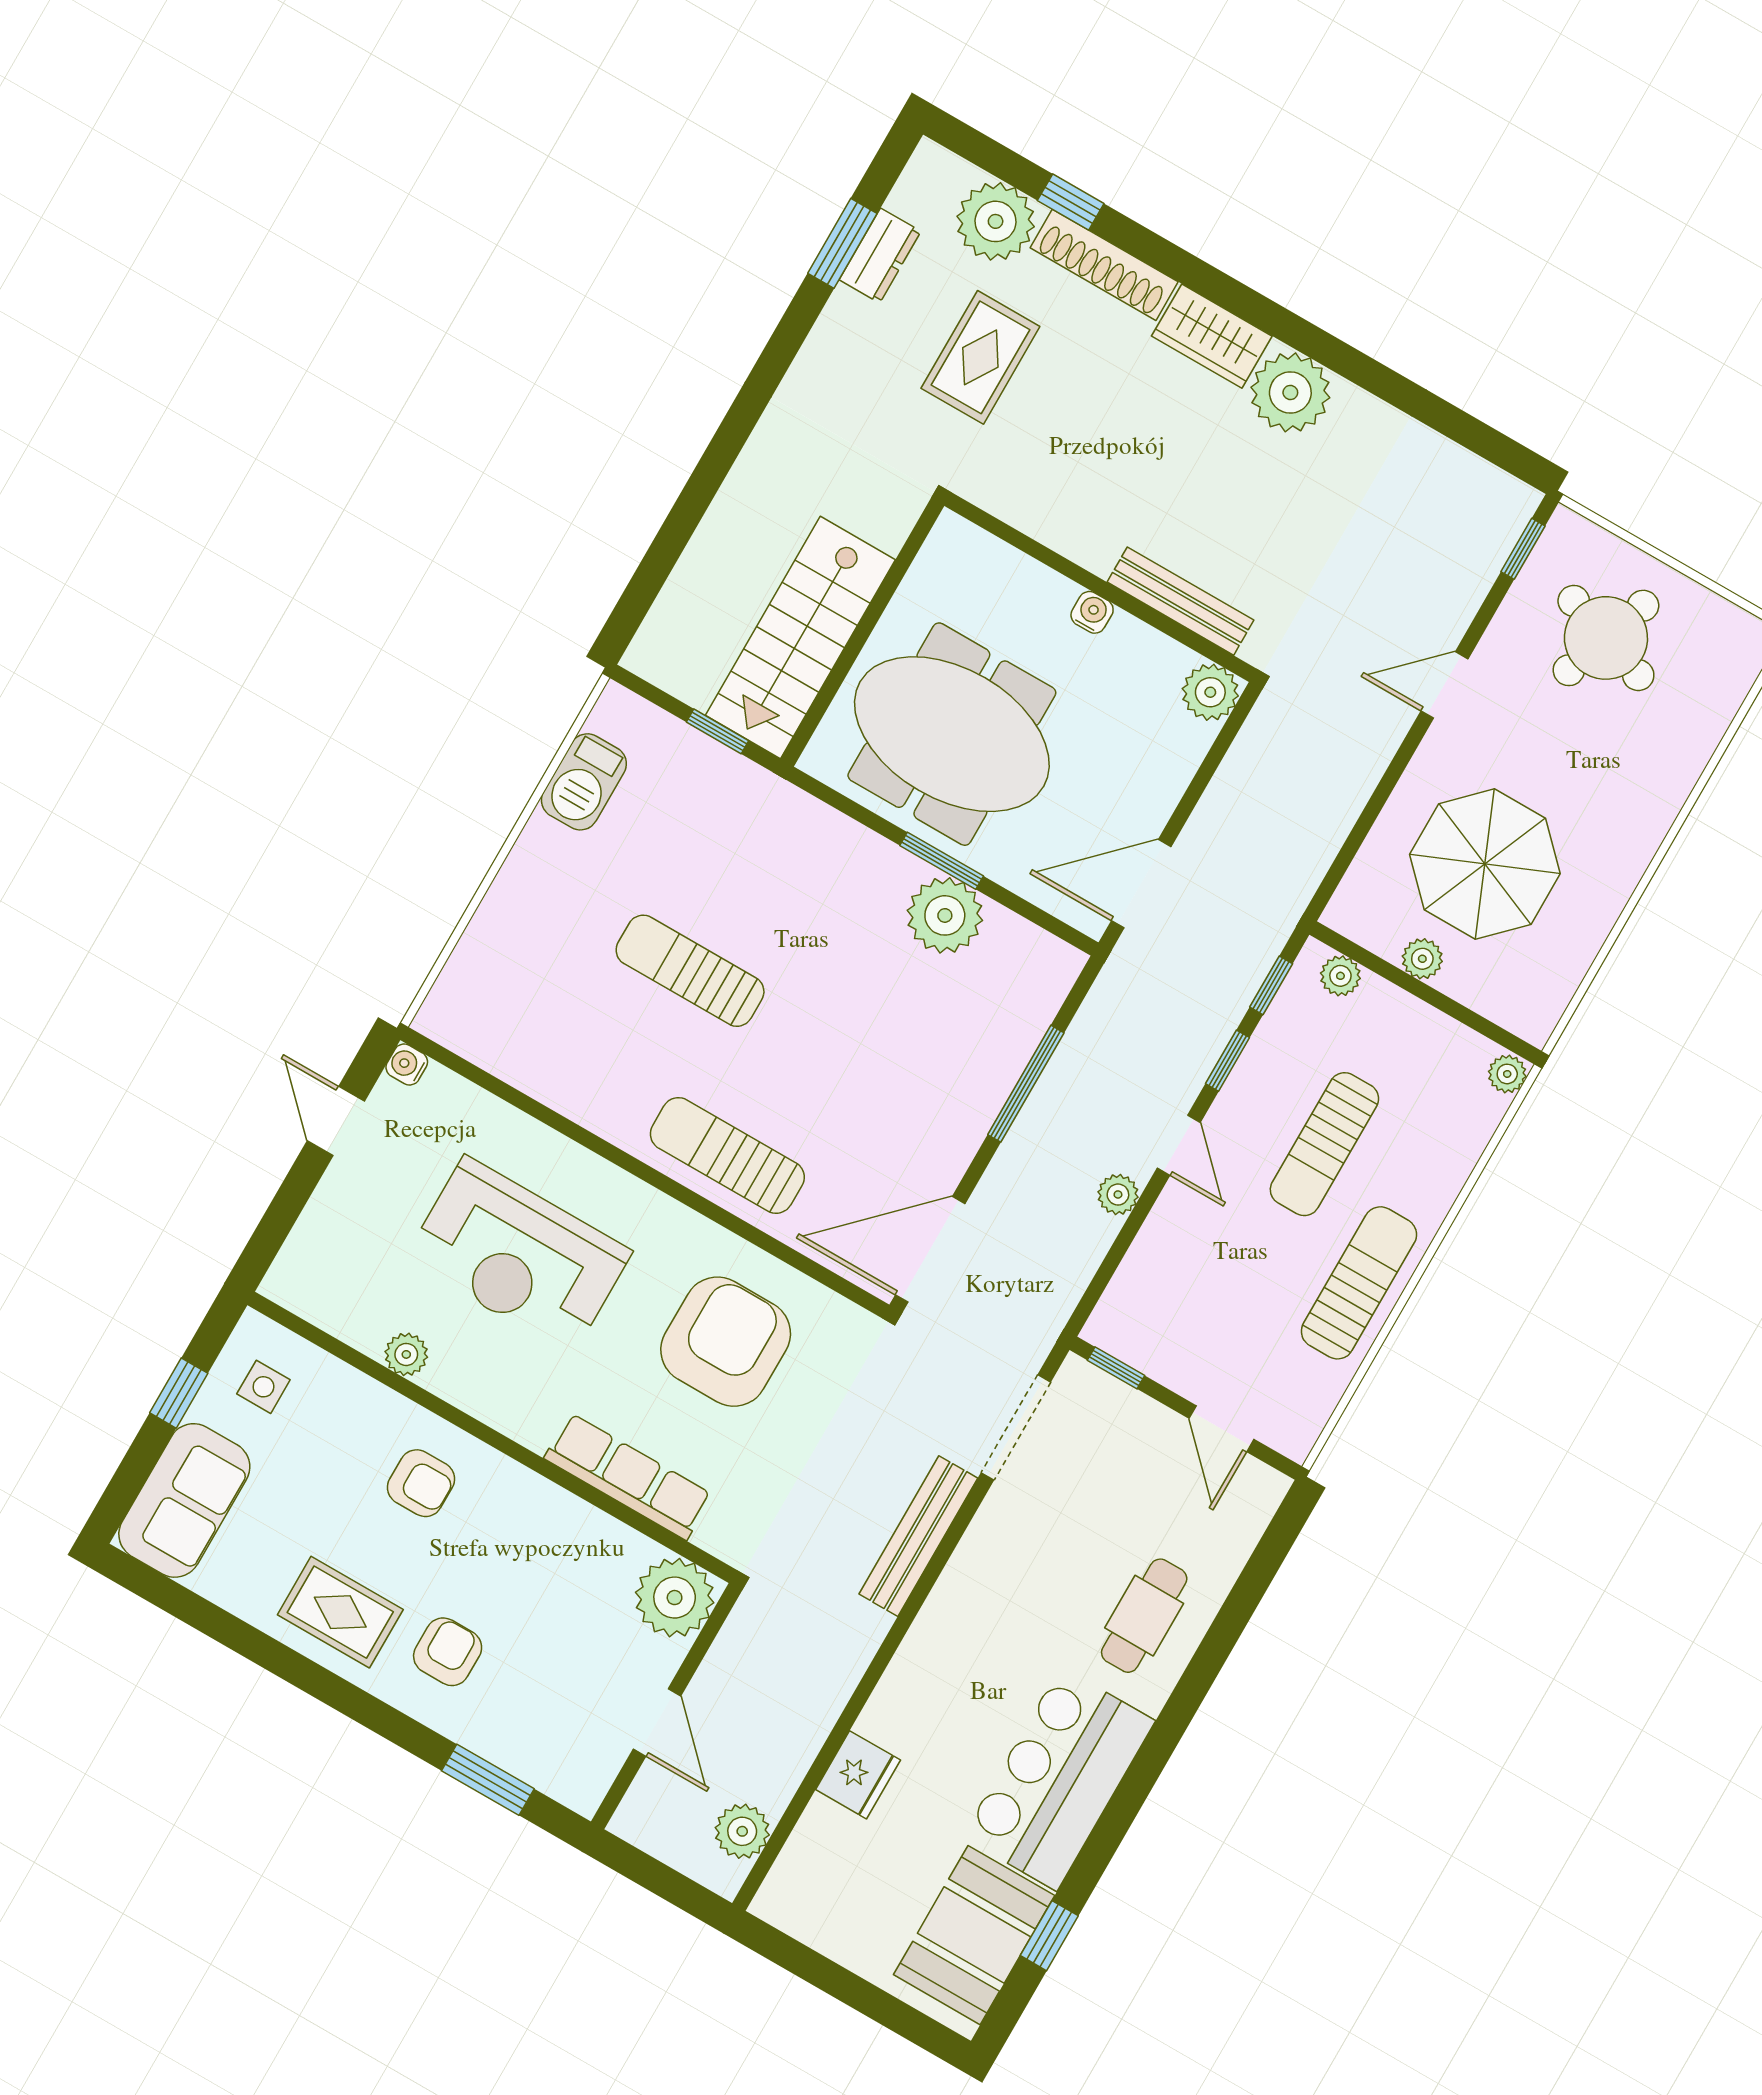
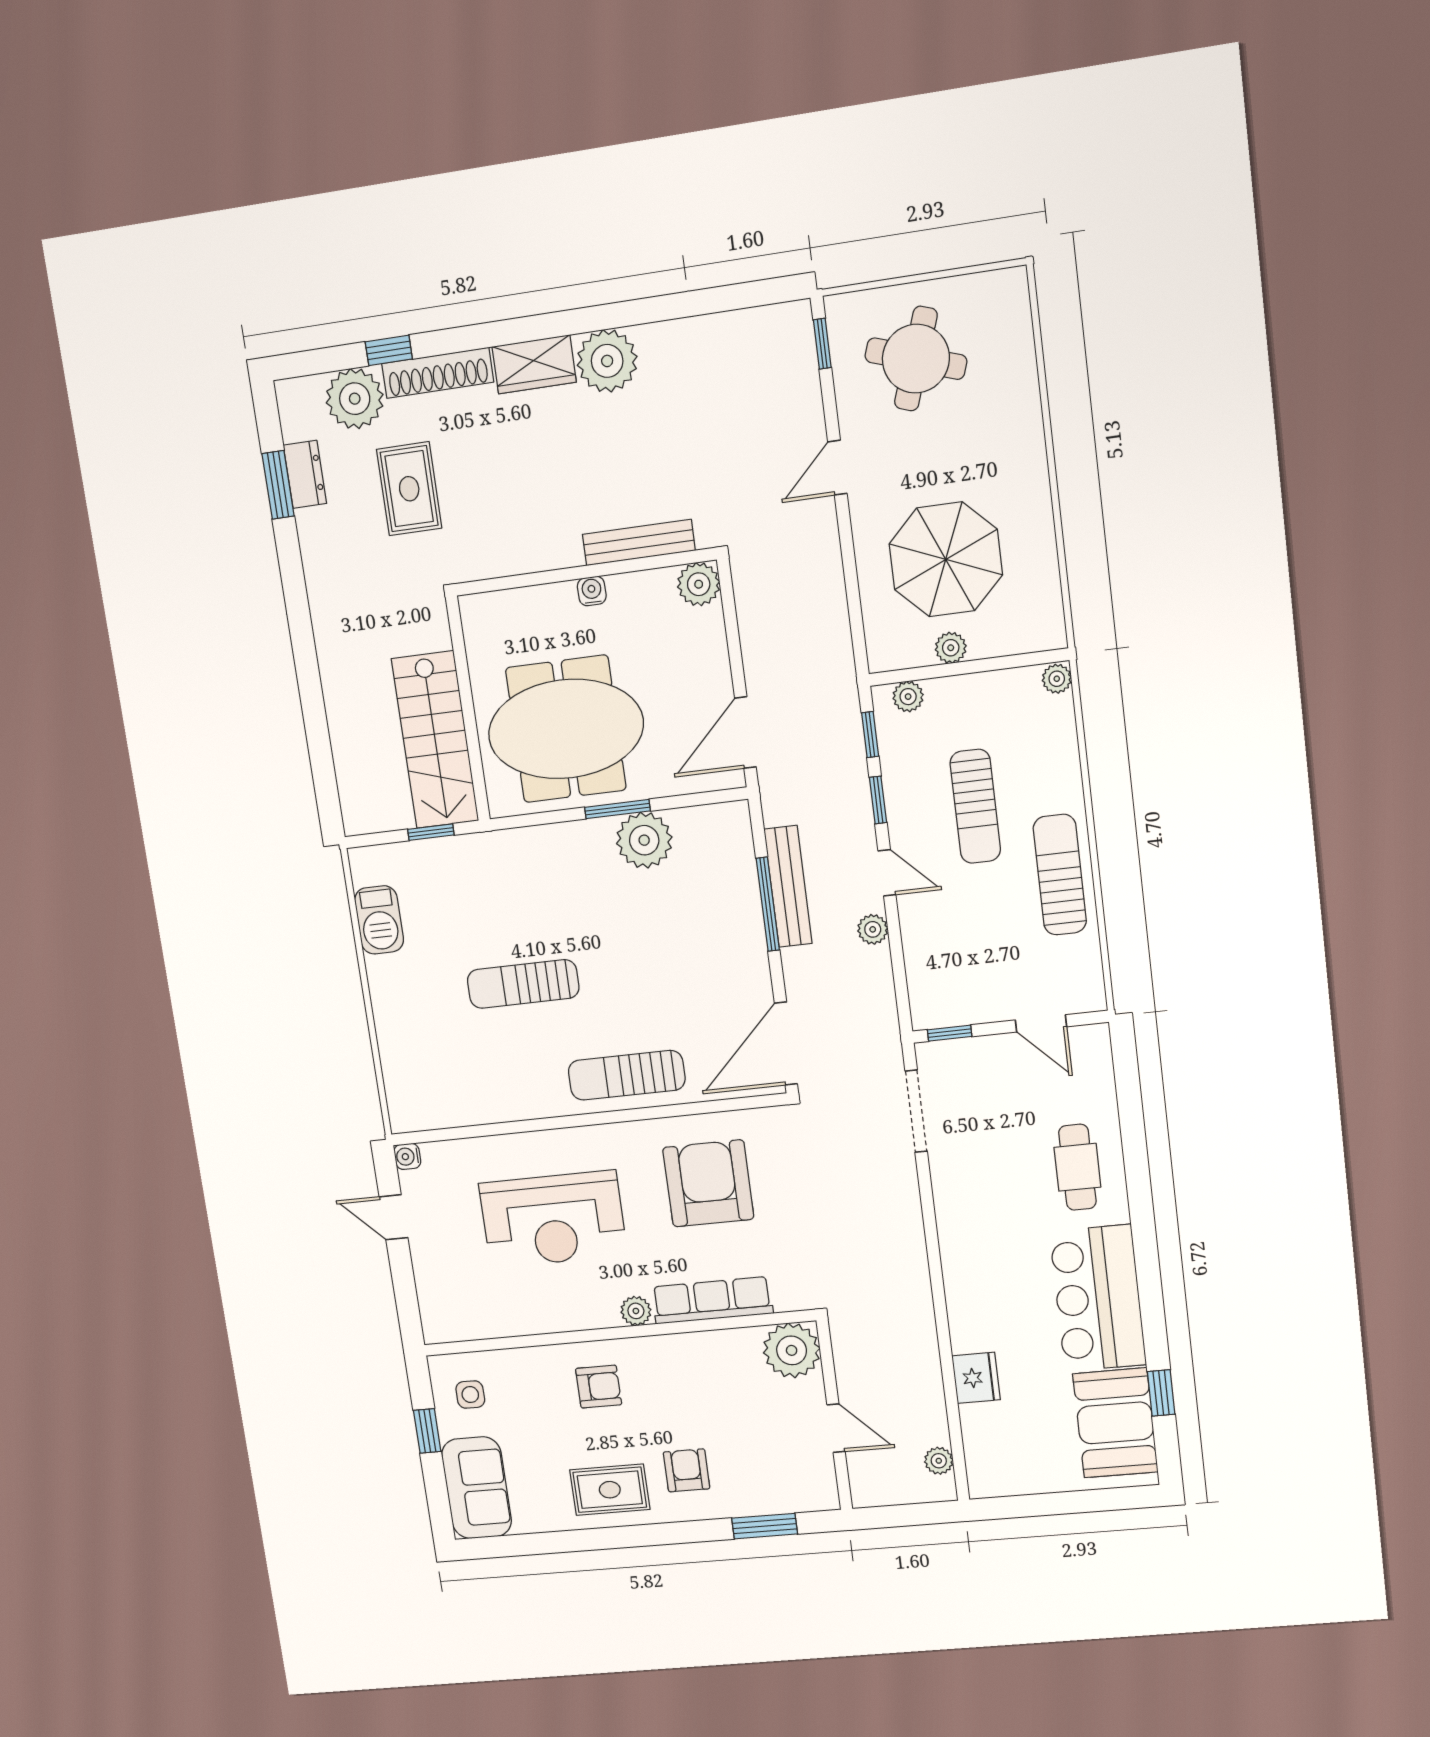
plant: (406, 1354) -> (636, 1311), moved
bench: (918, 1536) -> (788, 886), moved
plant: (742, 1831) -> (939, 1461), width x0.73, depth x0.73

